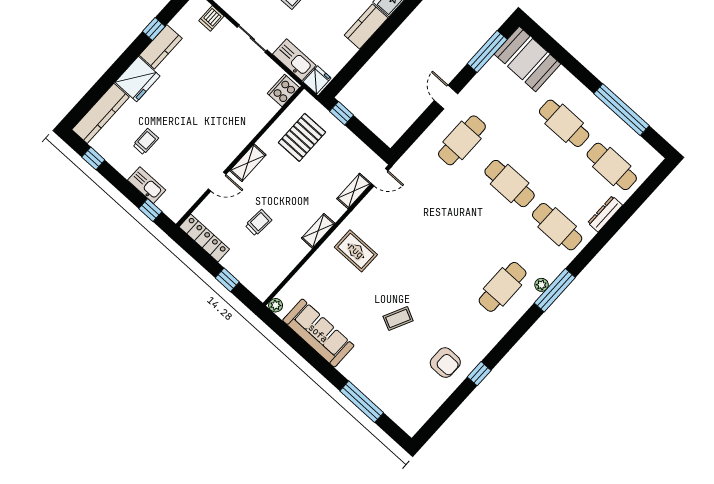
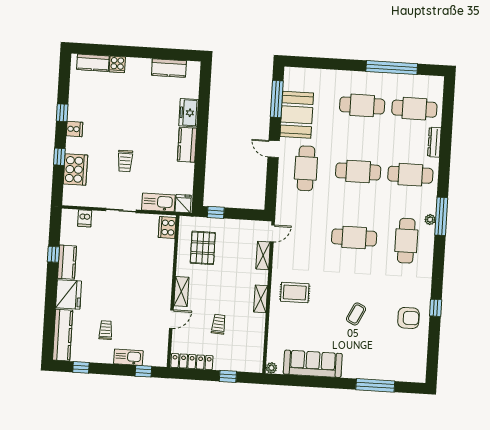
booth: (527, 59) -> (297, 115), moved, turned 90
cafe table: (455, 244) -> (354, 238), added

